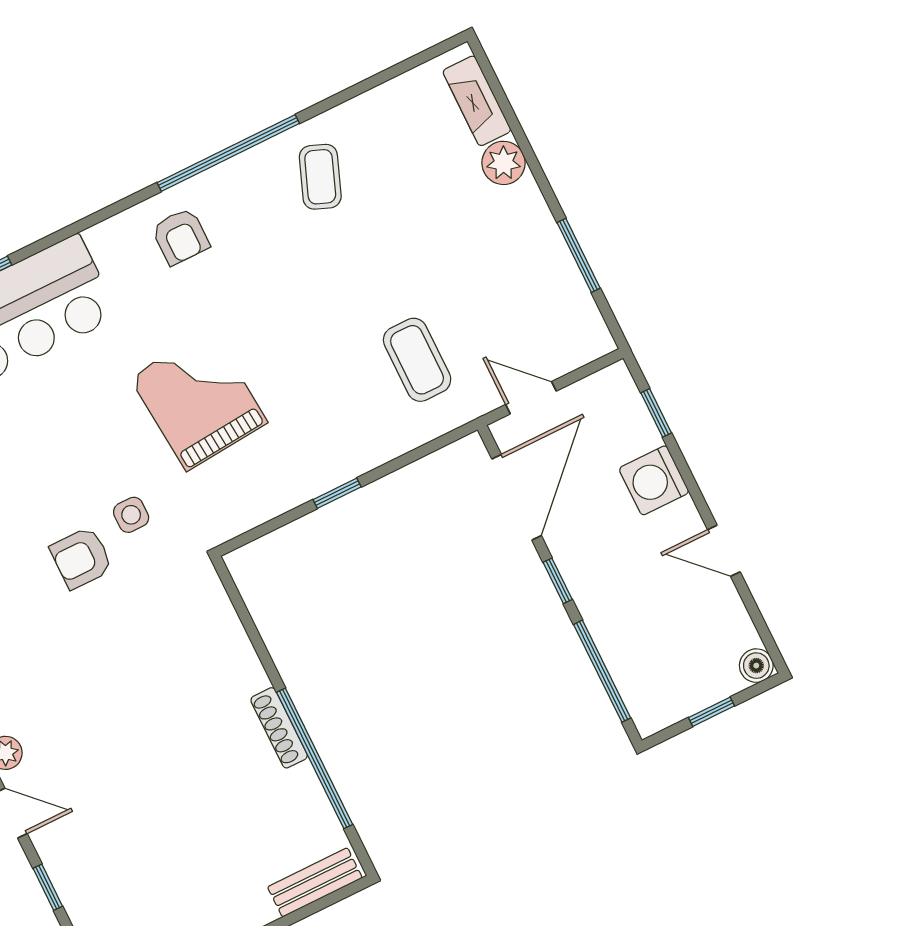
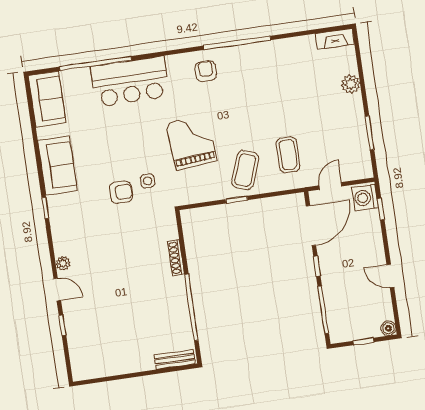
fireplace: (477, 101) -> (335, 39), moved, turned -90
coffee table: (320, 177) -> (245, 170), moved, width x1.36, depth x1.30
armchair: (181, 236) -> (206, 71), turned 180
door: (531, 398) -> (330, 186), hinge flipped
washing machine: (654, 480) -> (365, 198), moved
armchair: (81, 558) -> (121, 192), turned 180
shoe rack: (279, 728) -> (176, 258), moved

